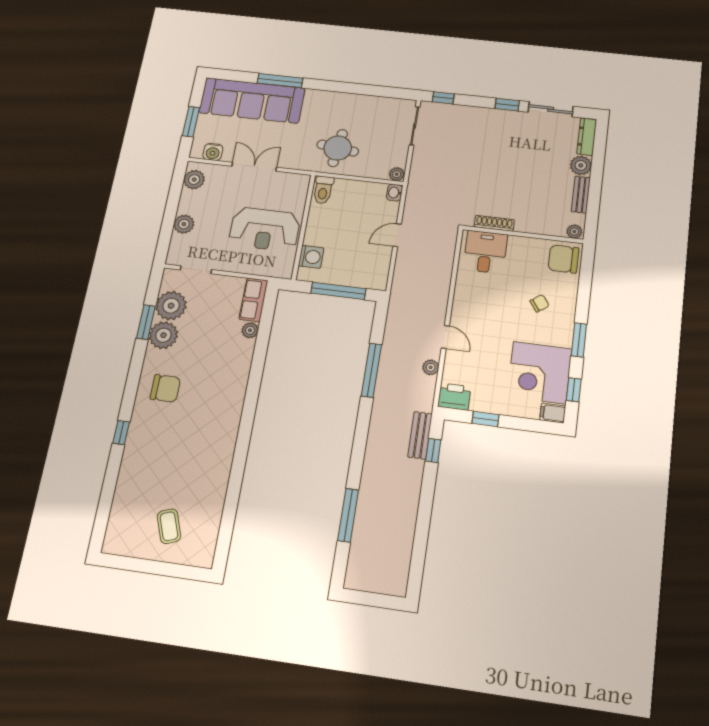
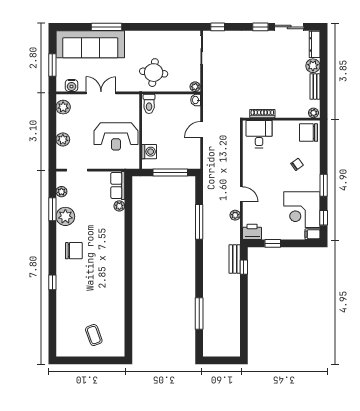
plant: (171, 306) -> (61, 192), width x0.53, depth x0.53

